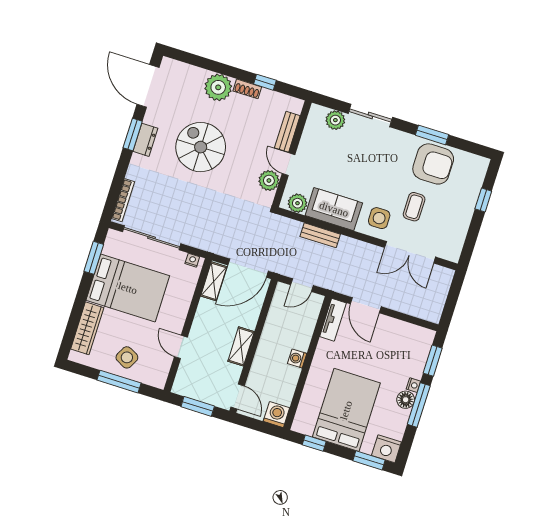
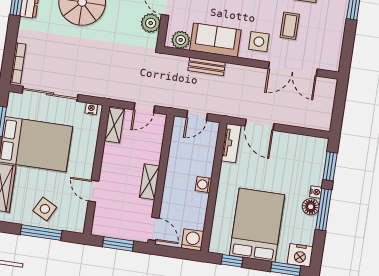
door: (248, 268) -> (144, 108), width x0.53

